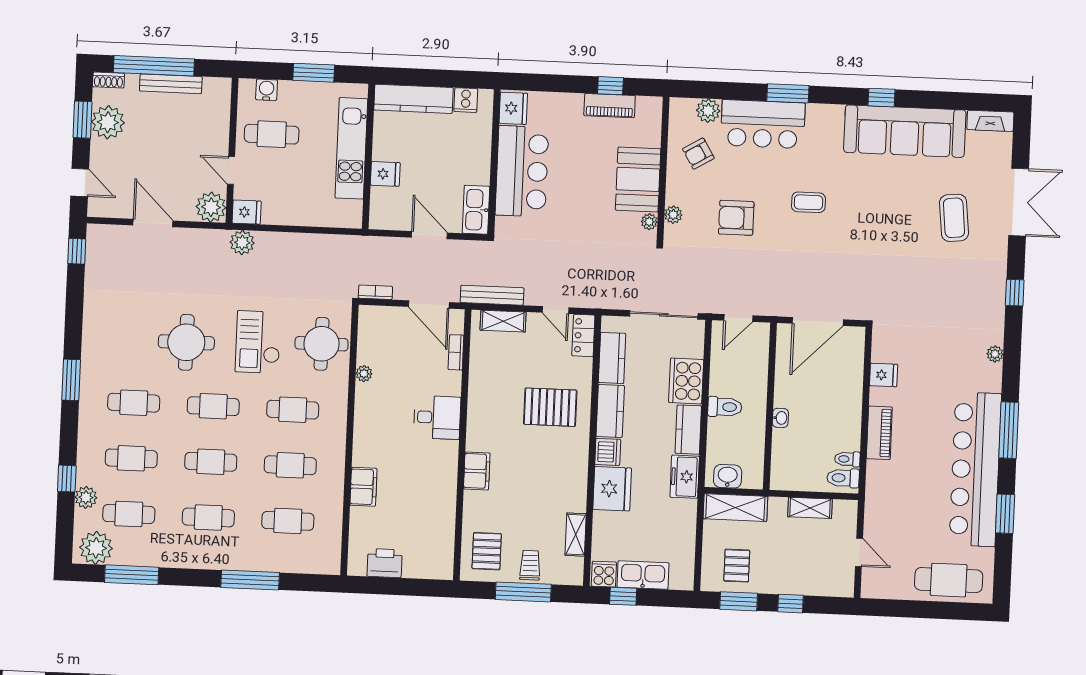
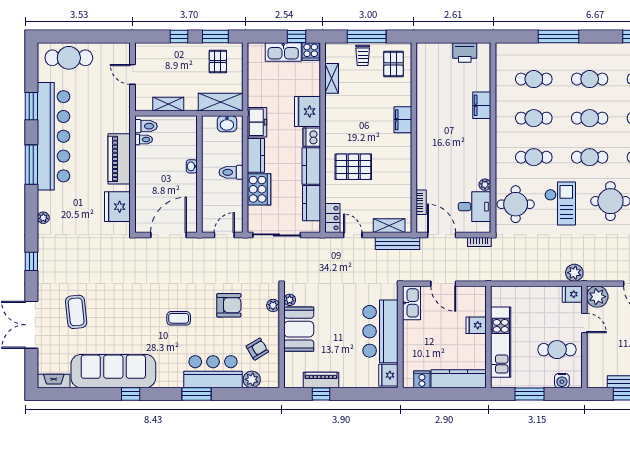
fridge: (884, 375) -> (117, 207), width x1.88, depth x1.34
desk: (437, 417) -> (475, 207), moved, turned 180
piano: (879, 433) -> (119, 159), width x1.37, depth x1.33

